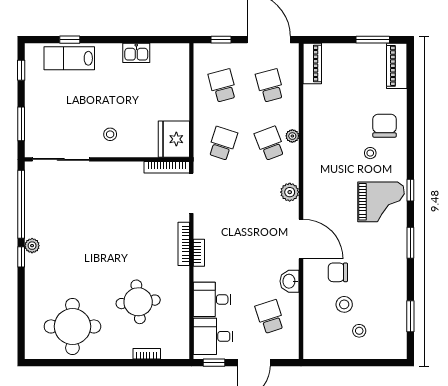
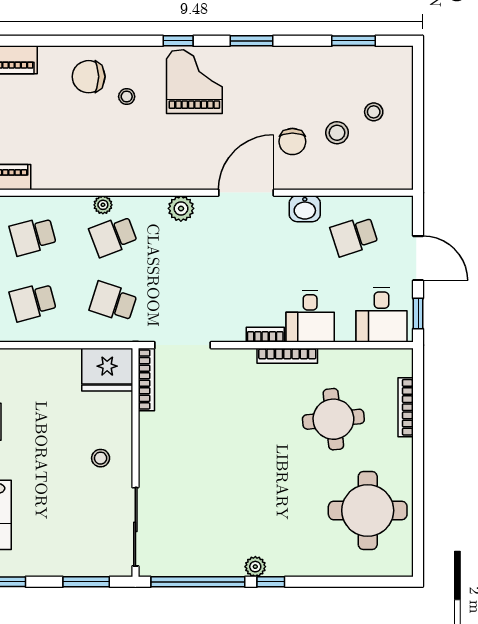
bookcase: (184, 244) -> (287, 356), moved
desk: (212, 299) -> (310, 316), moved
bookcase: (147, 354) -> (406, 407), width x1.56

